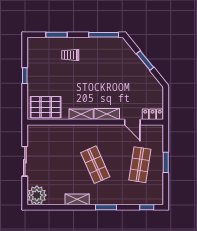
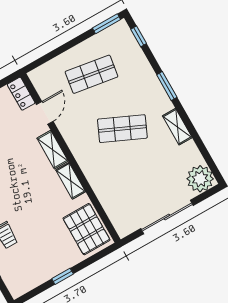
sliding door: (25, 161) -> (167, 217), width x1.37
window: (166, 162) -> (107, 24), moved
shop shelf: (95, 165) -> (122, 129), turned 48

